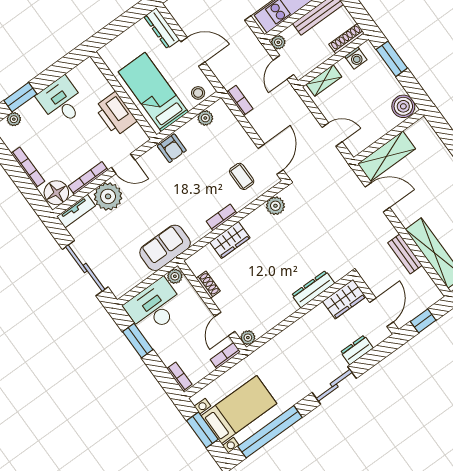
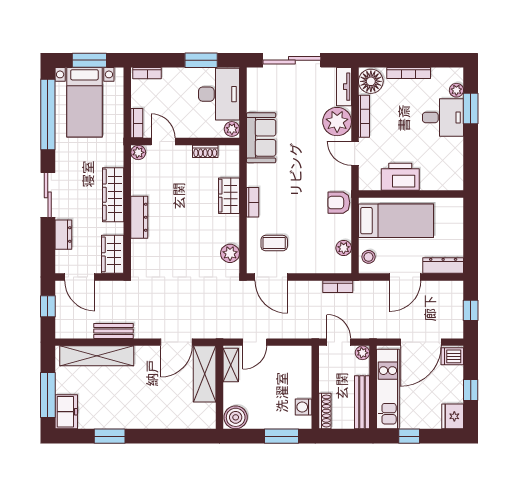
shelving: (324, 80) -> (231, 365), moved
desk: (61, 101) -> (443, 118), moved
door: (123, 164) -> (355, 153), hinge flipped
dresser: (313, 289) -> (139, 217), moved
wardrobe: (296, 333) -> (113, 195), added

